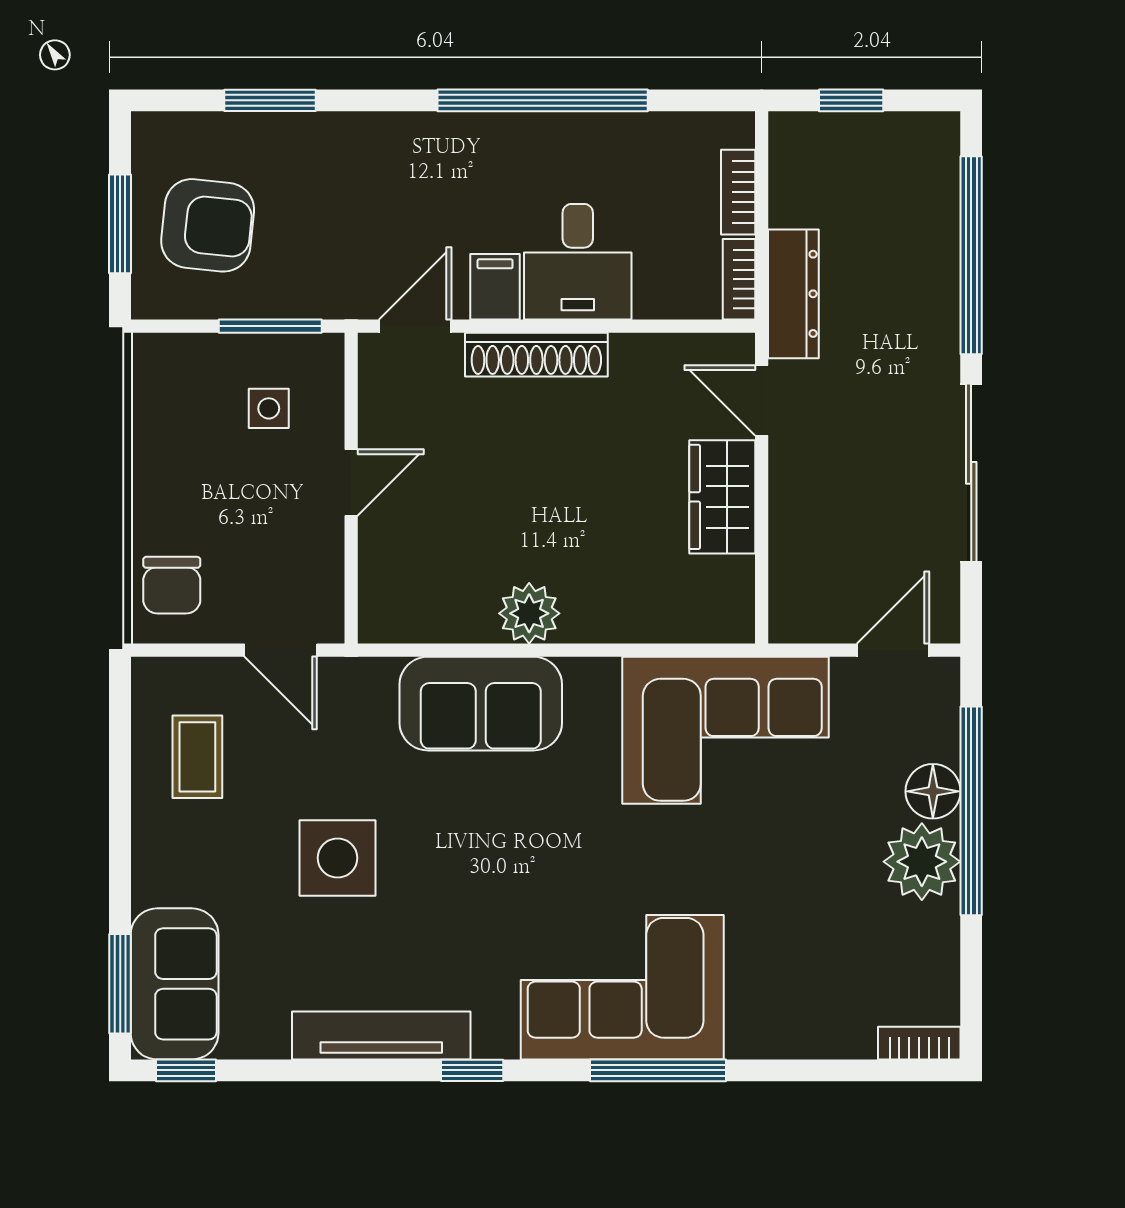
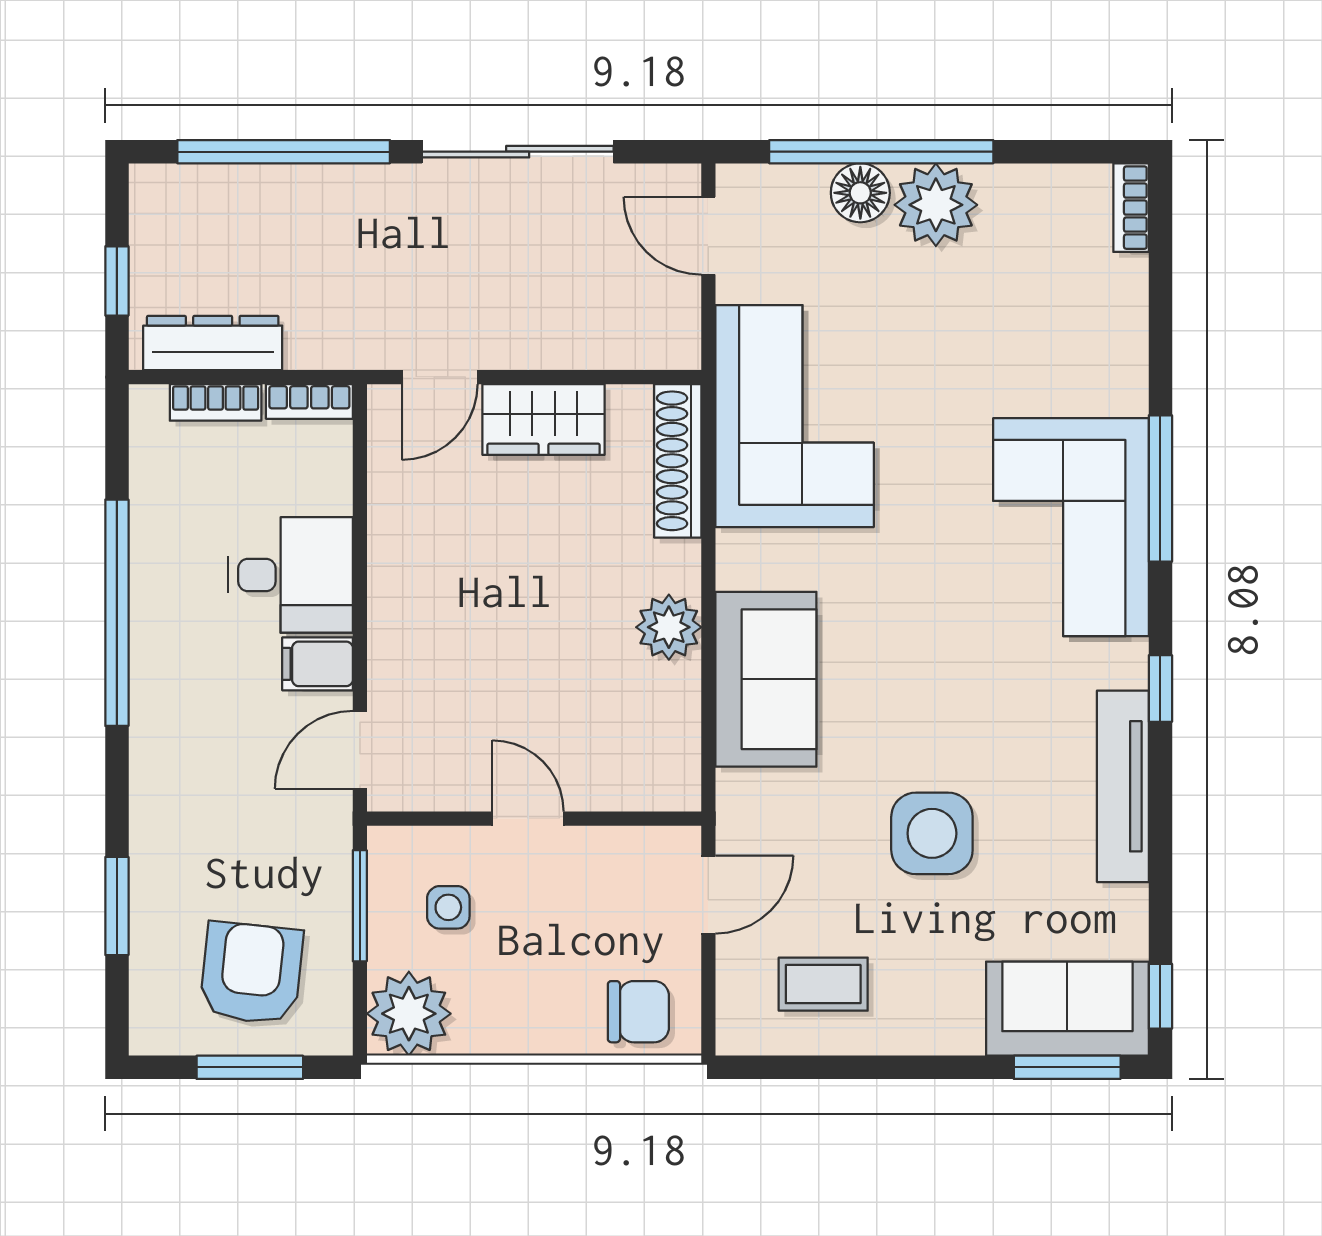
dresser: (793, 294) -> (213, 343), moved
door: (415, 326) -> (360, 750), hinge flipped
shoe rack: (536, 355) -> (678, 461), moved, turned 180
plant: (170, 372) -> (409, 1014), added

